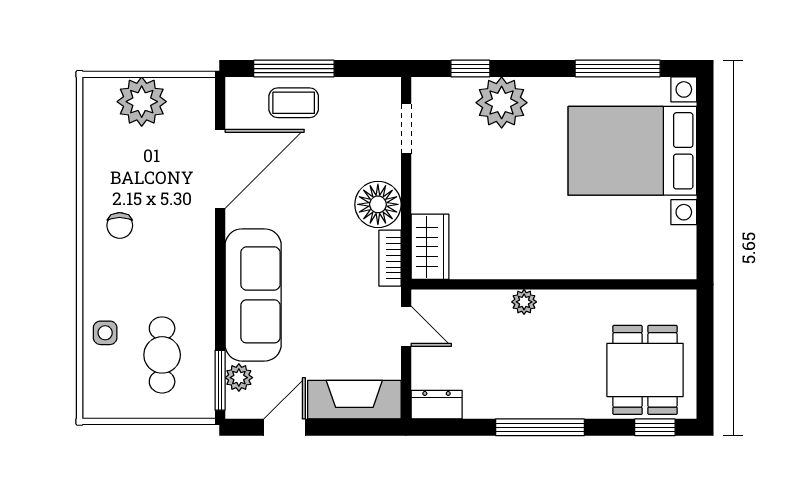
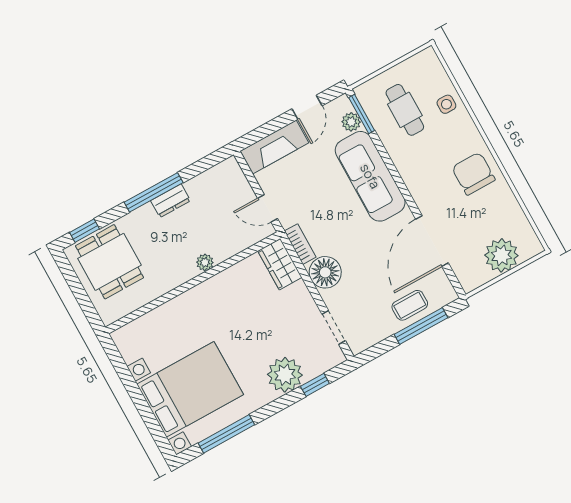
chair: (120, 225) -> (473, 174), width x1.87, depth x1.87
dresser: (437, 405) -> (171, 201), moved

